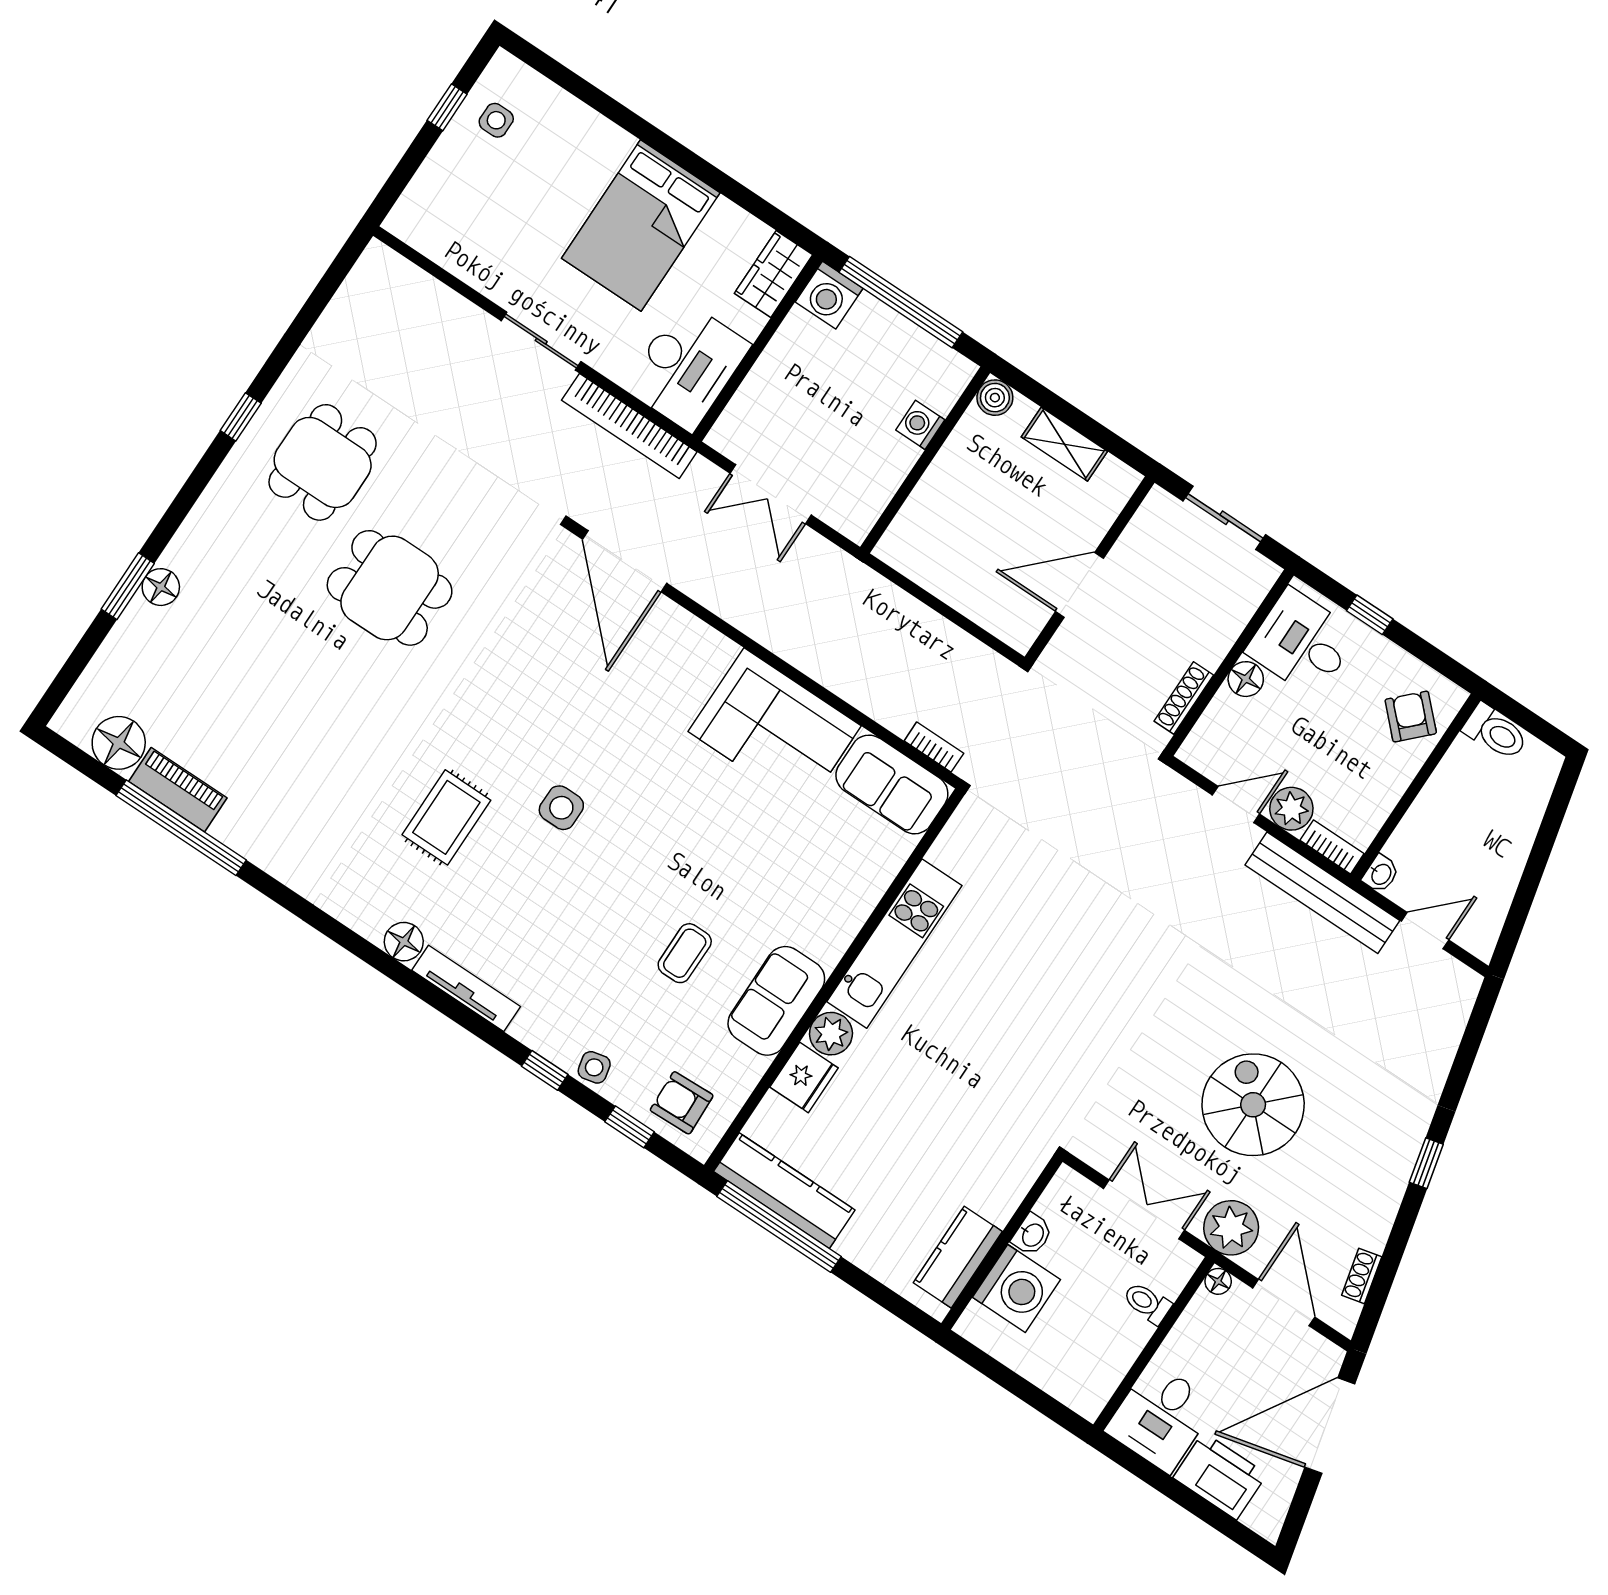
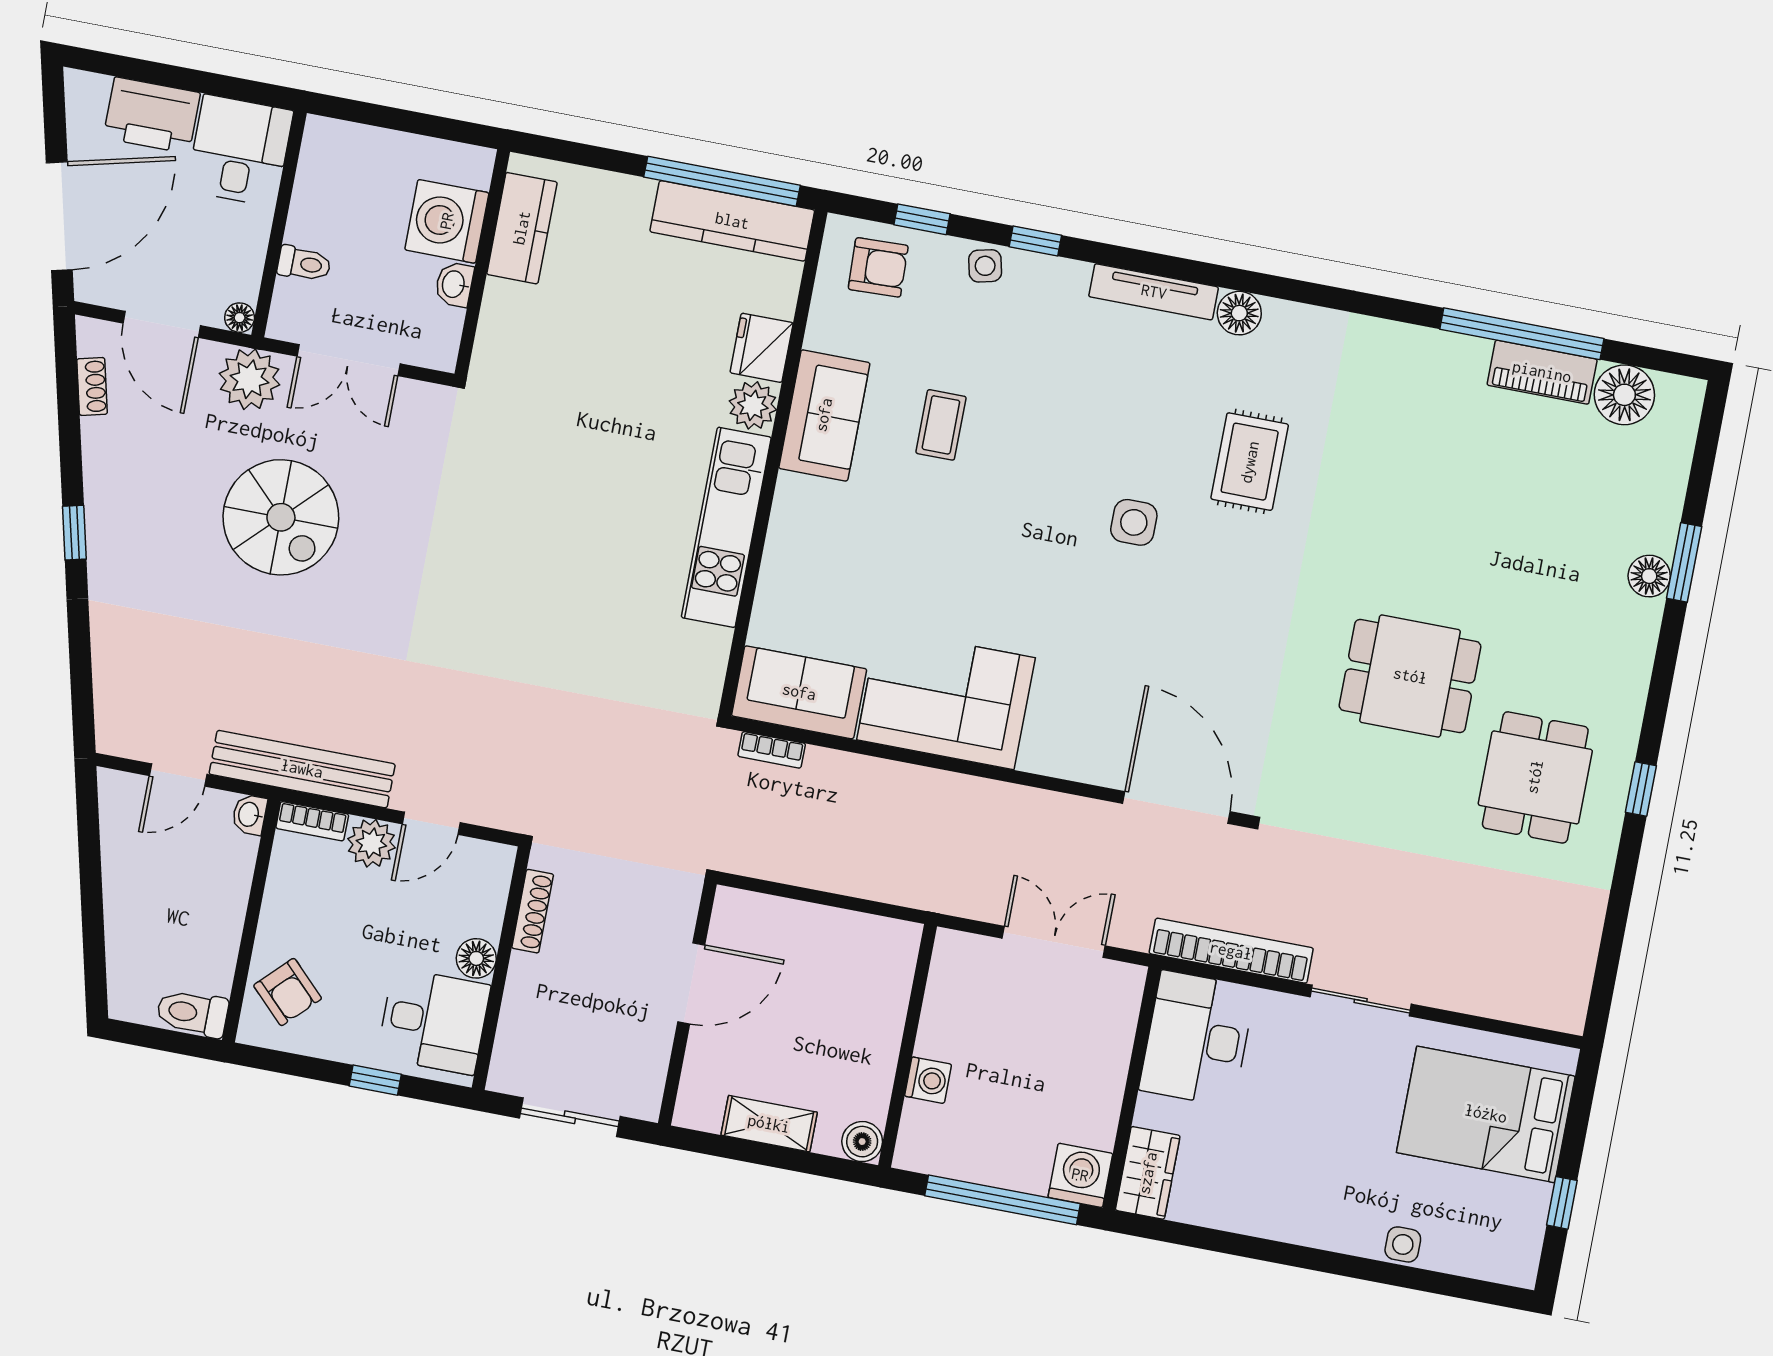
side table: (496, 120) -> (1403, 1244), moved
bed: (641, 226) -> (1486, 1114), moved, turned -90

